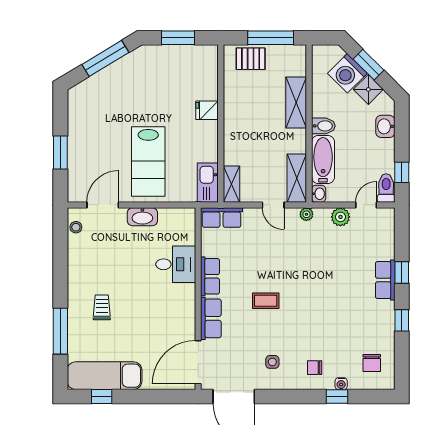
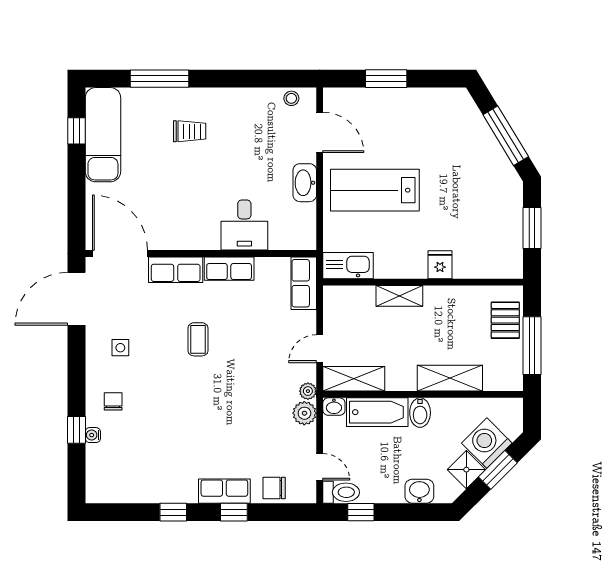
shelving: (232, 184) -> (399, 296), moved
plant: (340, 217) -> (304, 413), moved
chair: (372, 363) -> (274, 488), moved

